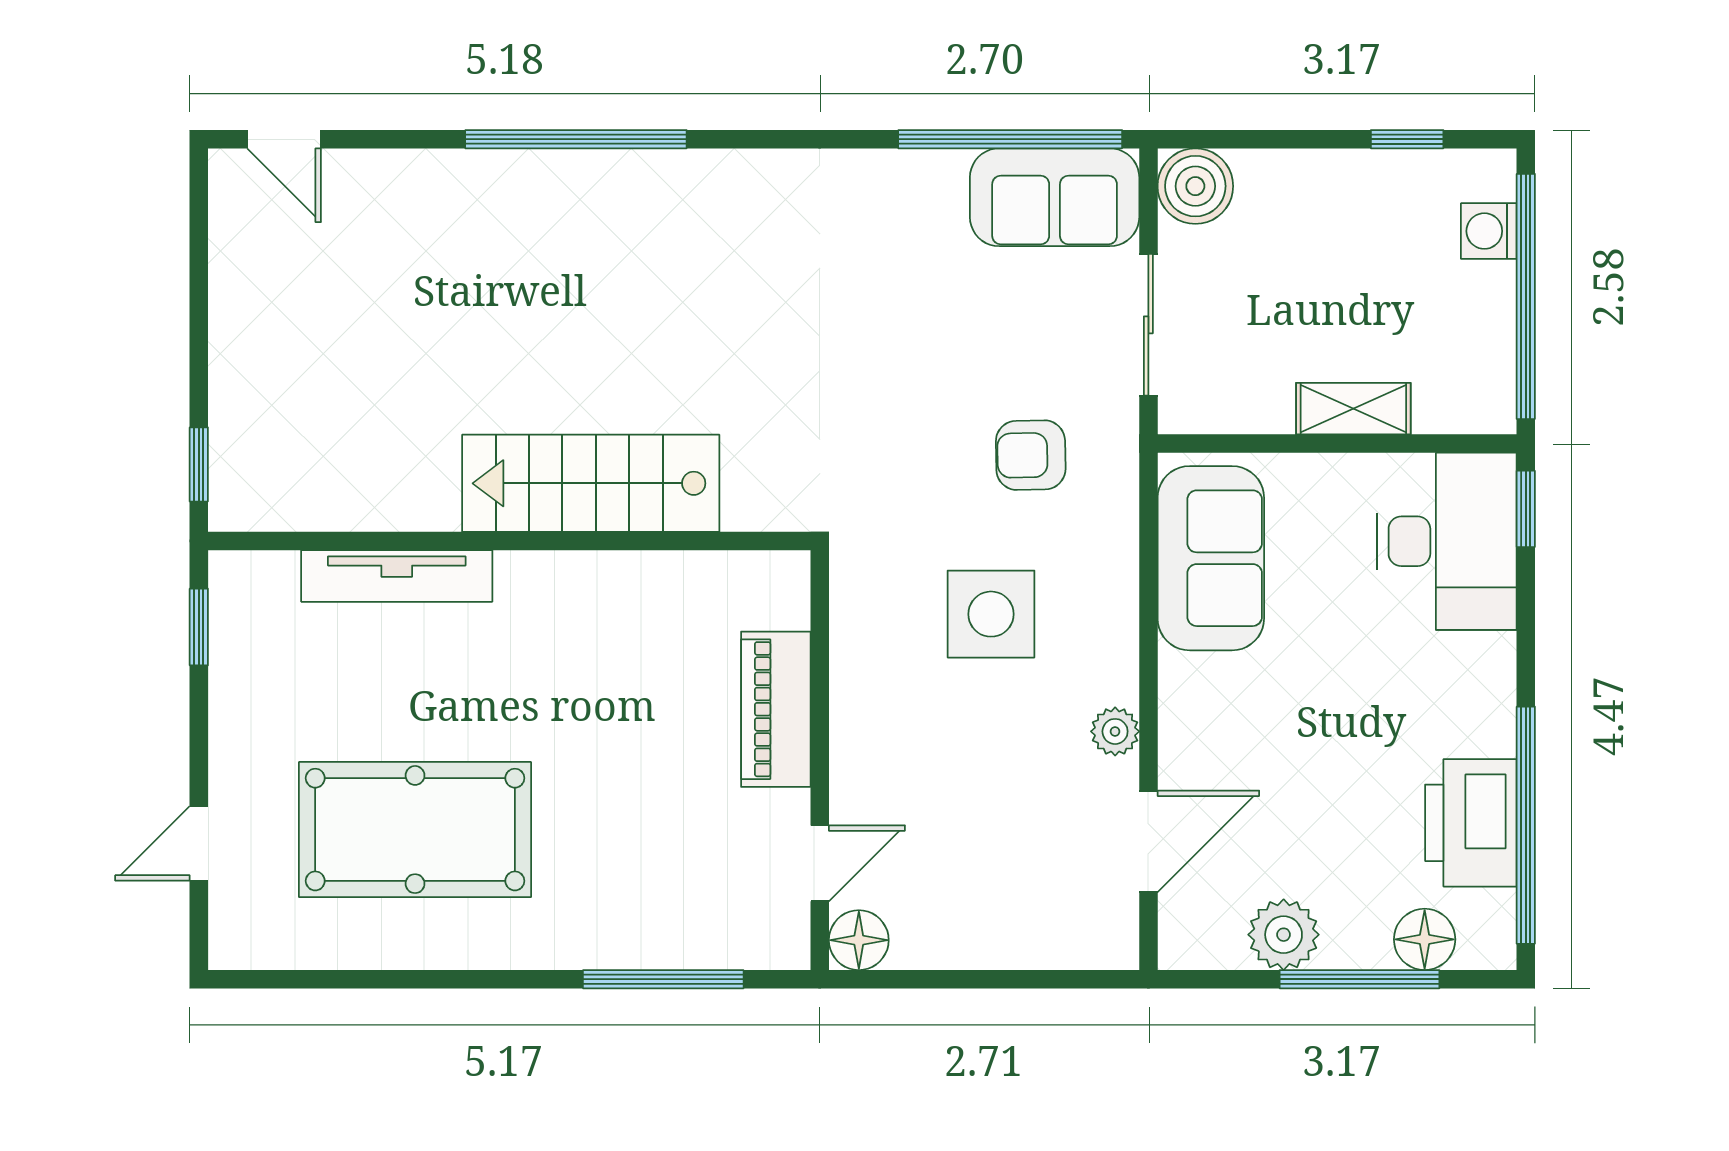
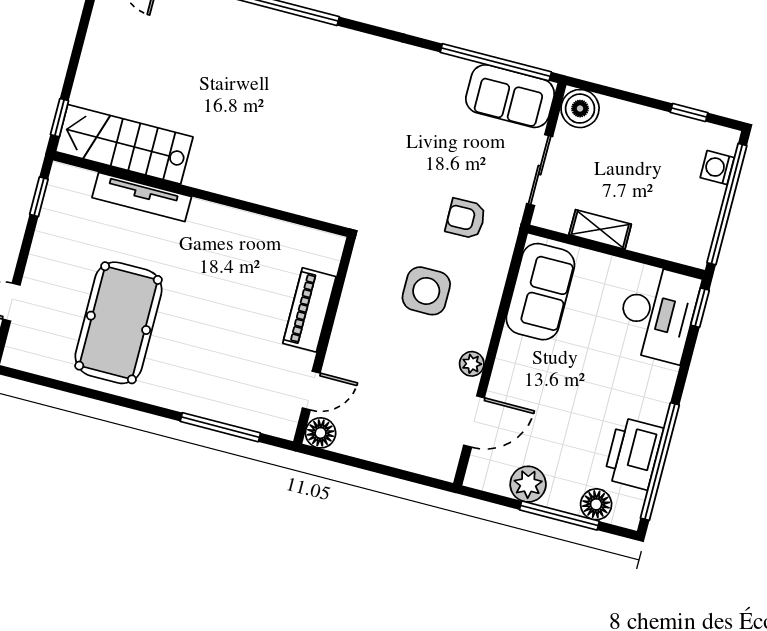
shelving: (1353, 409) -> (600, 229), moved
stairs: (591, 483) -> (124, 144), moved
pool table: (415, 830) -> (119, 323), turned 90

